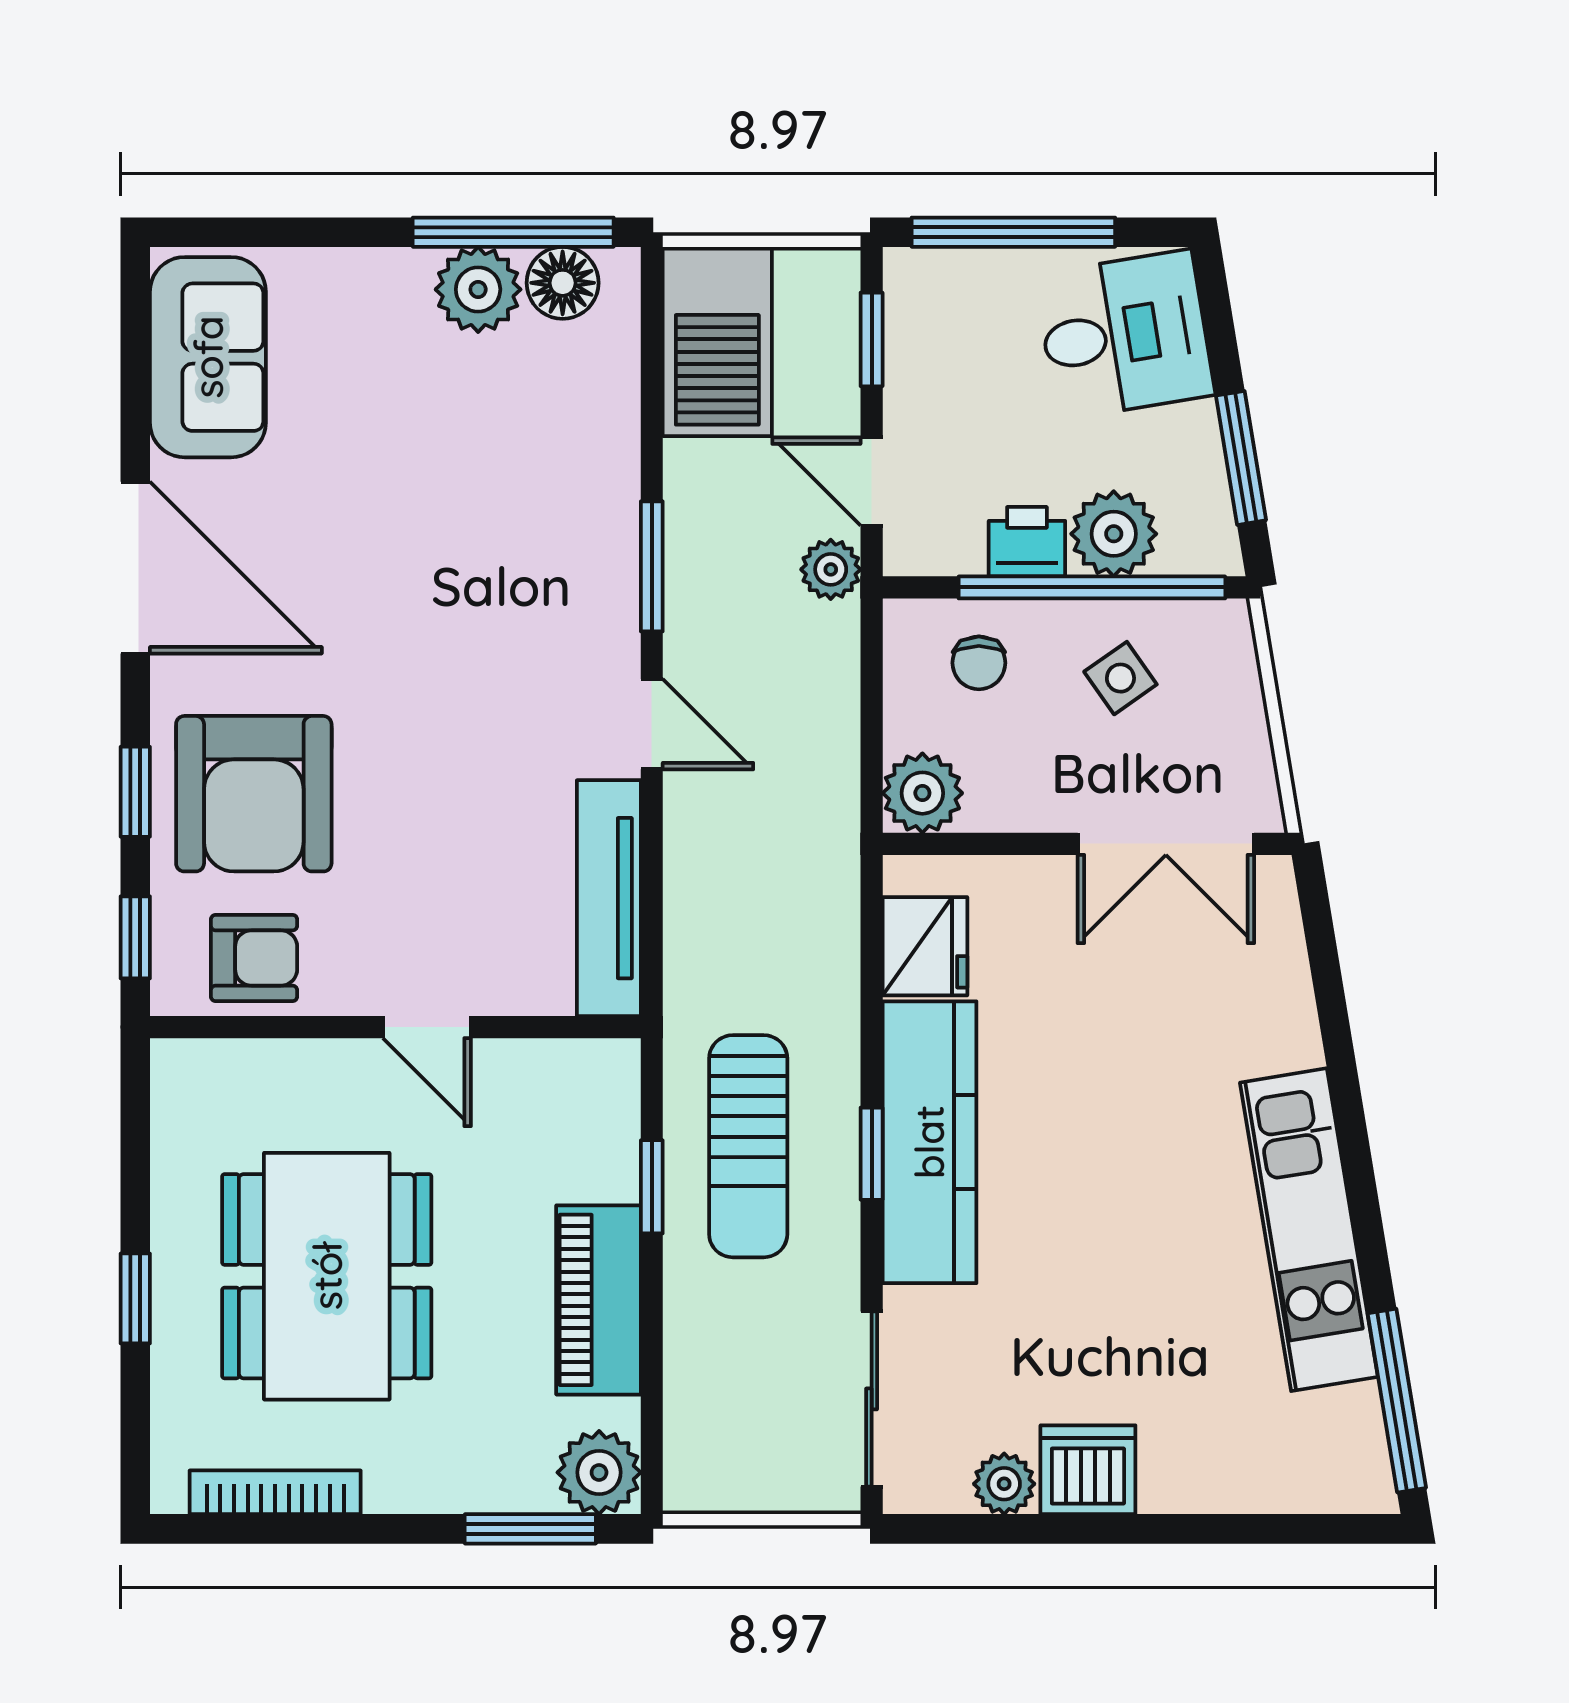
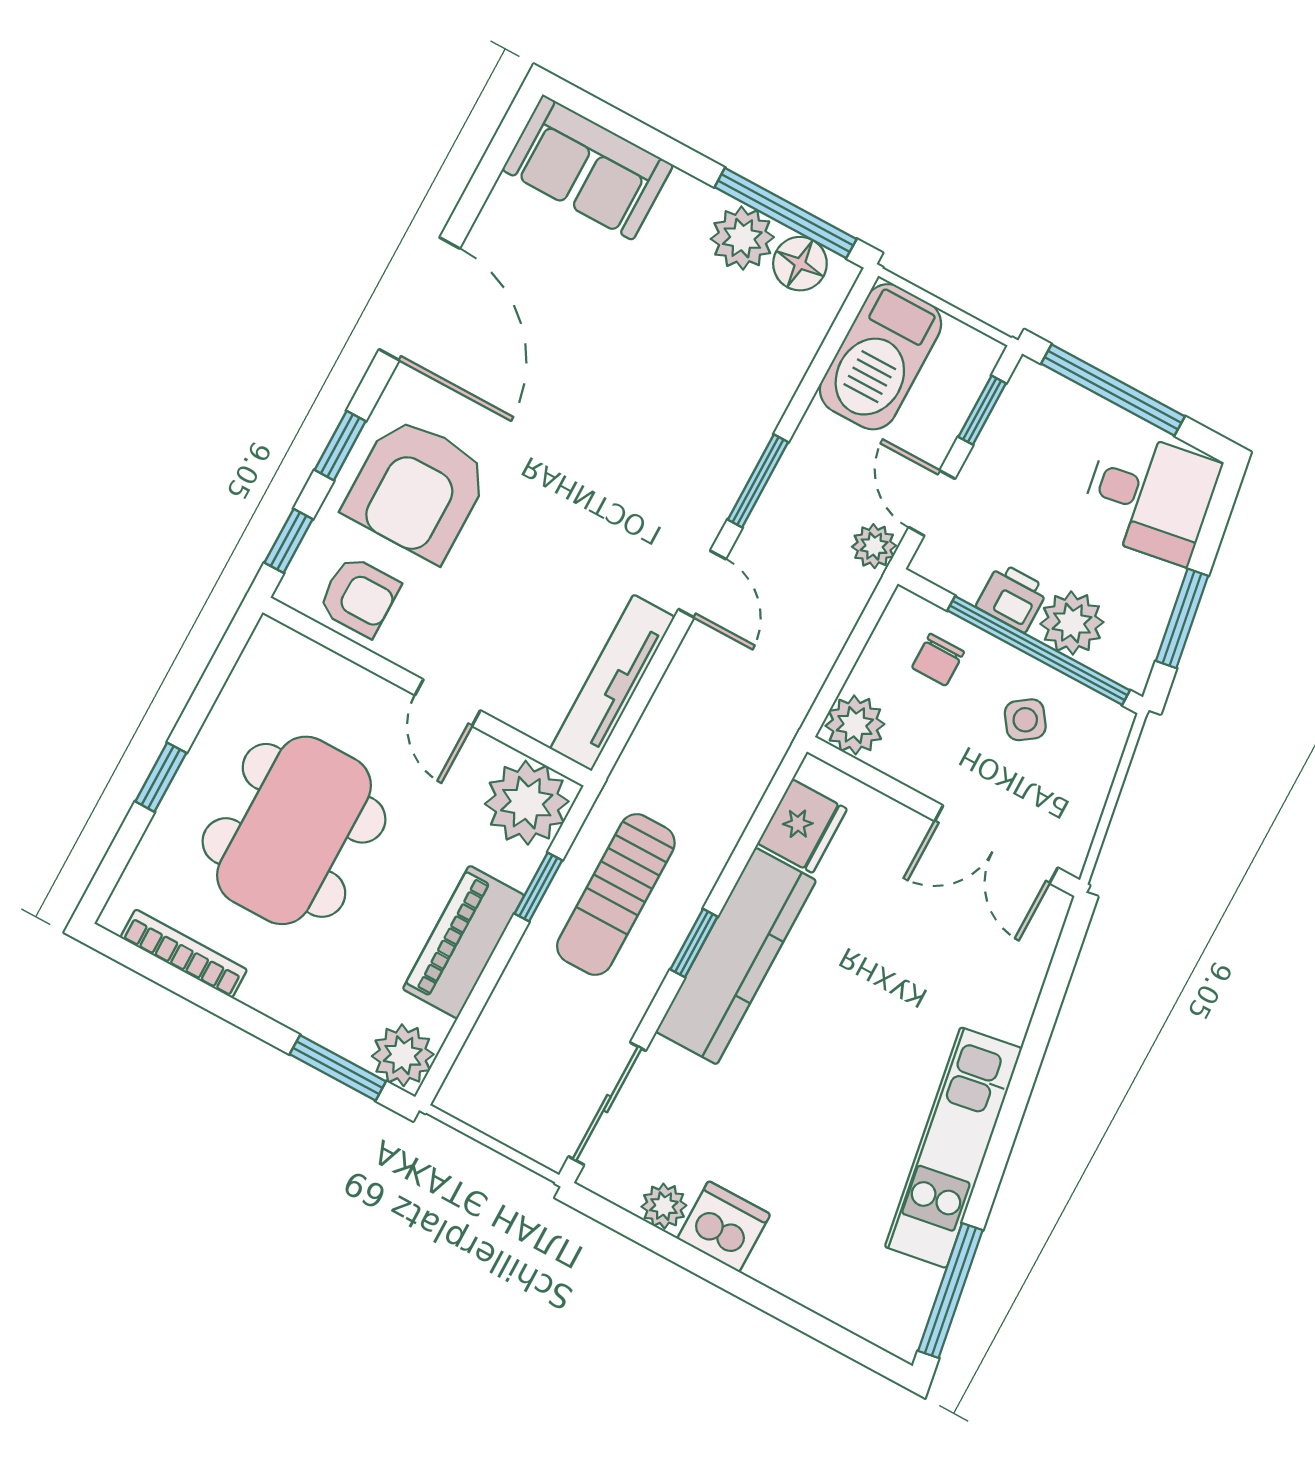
sofa: (208, 357) -> (588, 167), moved, turned 90
plant: (584, 1095) -> (527, 803), added

